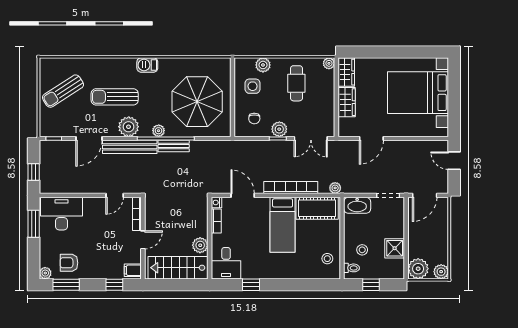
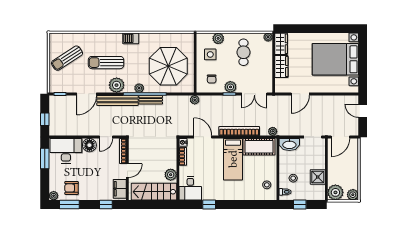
plant: (232, 146) -> (195, 100), added
floor lamp: (93, 206) -> (89, 145), added
filing cabinet: (133, 270) -> (120, 189), width x2.00

